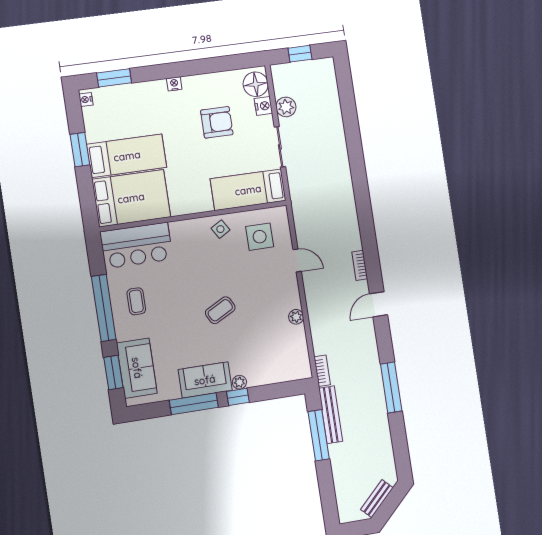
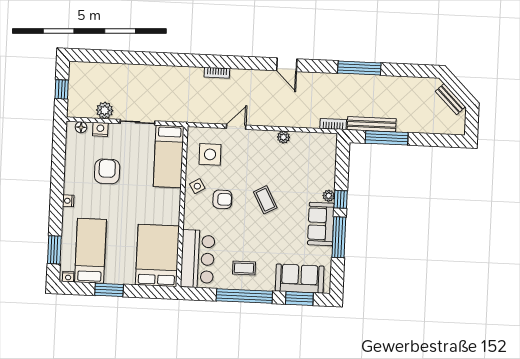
floor lamp: (256, 84) -> (81, 127), width x0.53, depth x0.53
bed: (127, 156) -> (90, 251), moved
armchair: (211, 261) -> (222, 199), added
bookcase: (360, 265) -> (217, 73), moved

